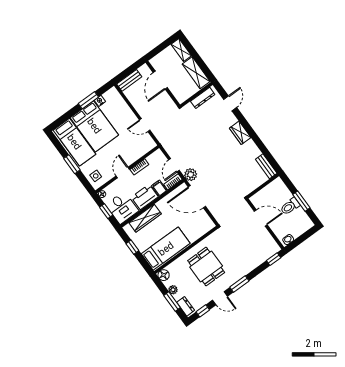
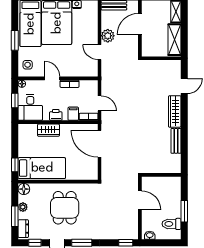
dresser: (203, 98) -> (165, 65), removed
wardrobe: (240, 133) -> (175, 111), width x1.50
door: (174, 165) -> (100, 103), swing flipped
bench: (266, 166) -> (176, 141), moved
door: (123, 173) -> (52, 78), hinge flipped
plant: (191, 175) -> (108, 36), moved
printer: (145, 197) -> (56, 115), width x0.53, depth x0.68
toilet: (290, 206) -> (171, 224), moved
wardrobe: (145, 218) -> (48, 130), width x0.67
window: (132, 247) -> (15, 165), moved

